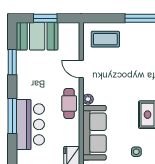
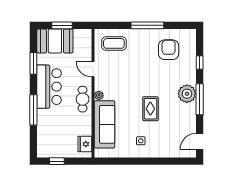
bar counter: (30, 124) -> (49, 87), moved

